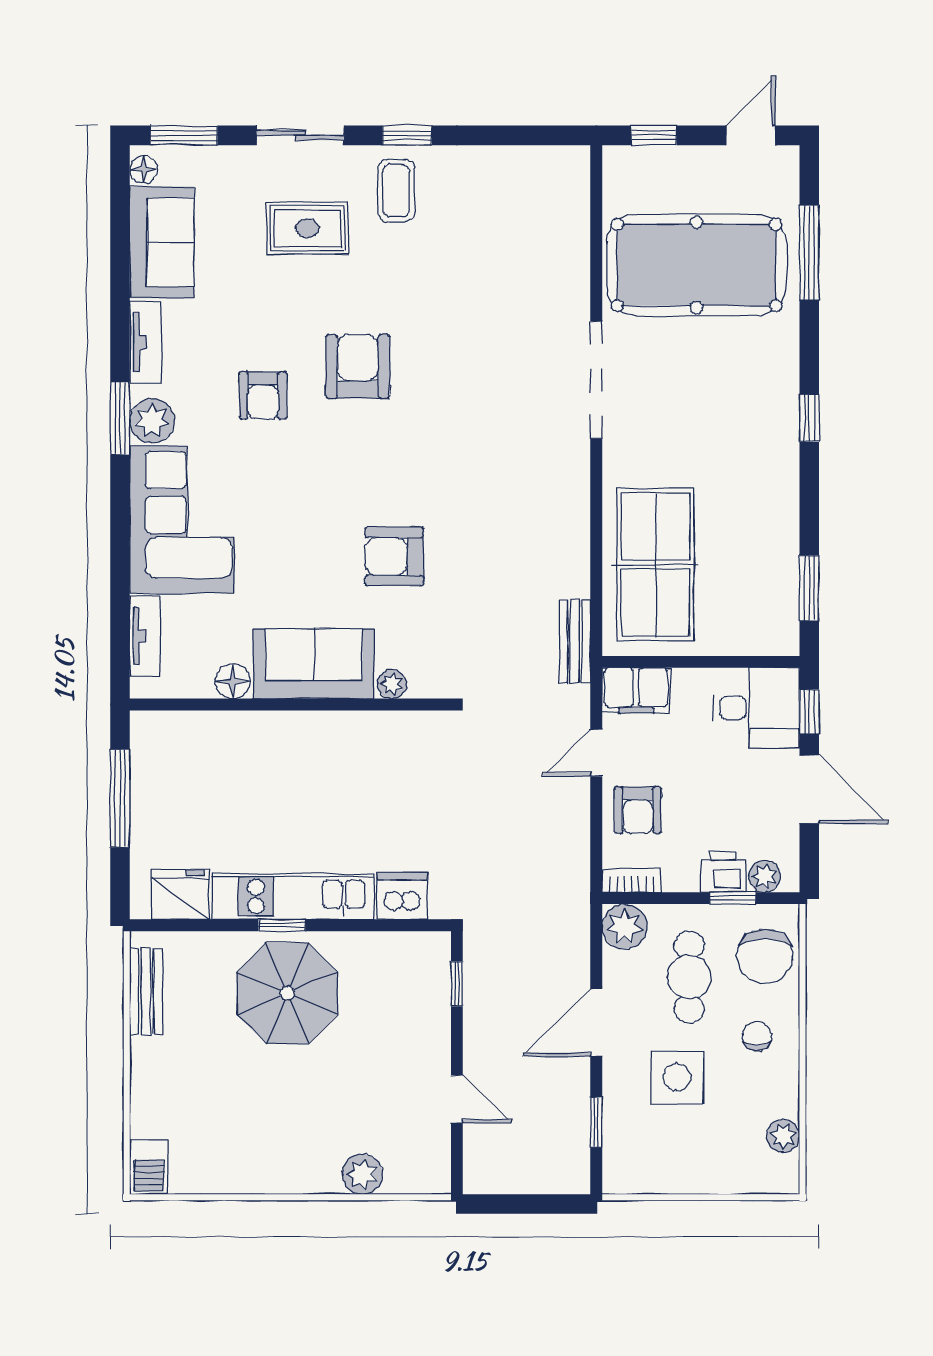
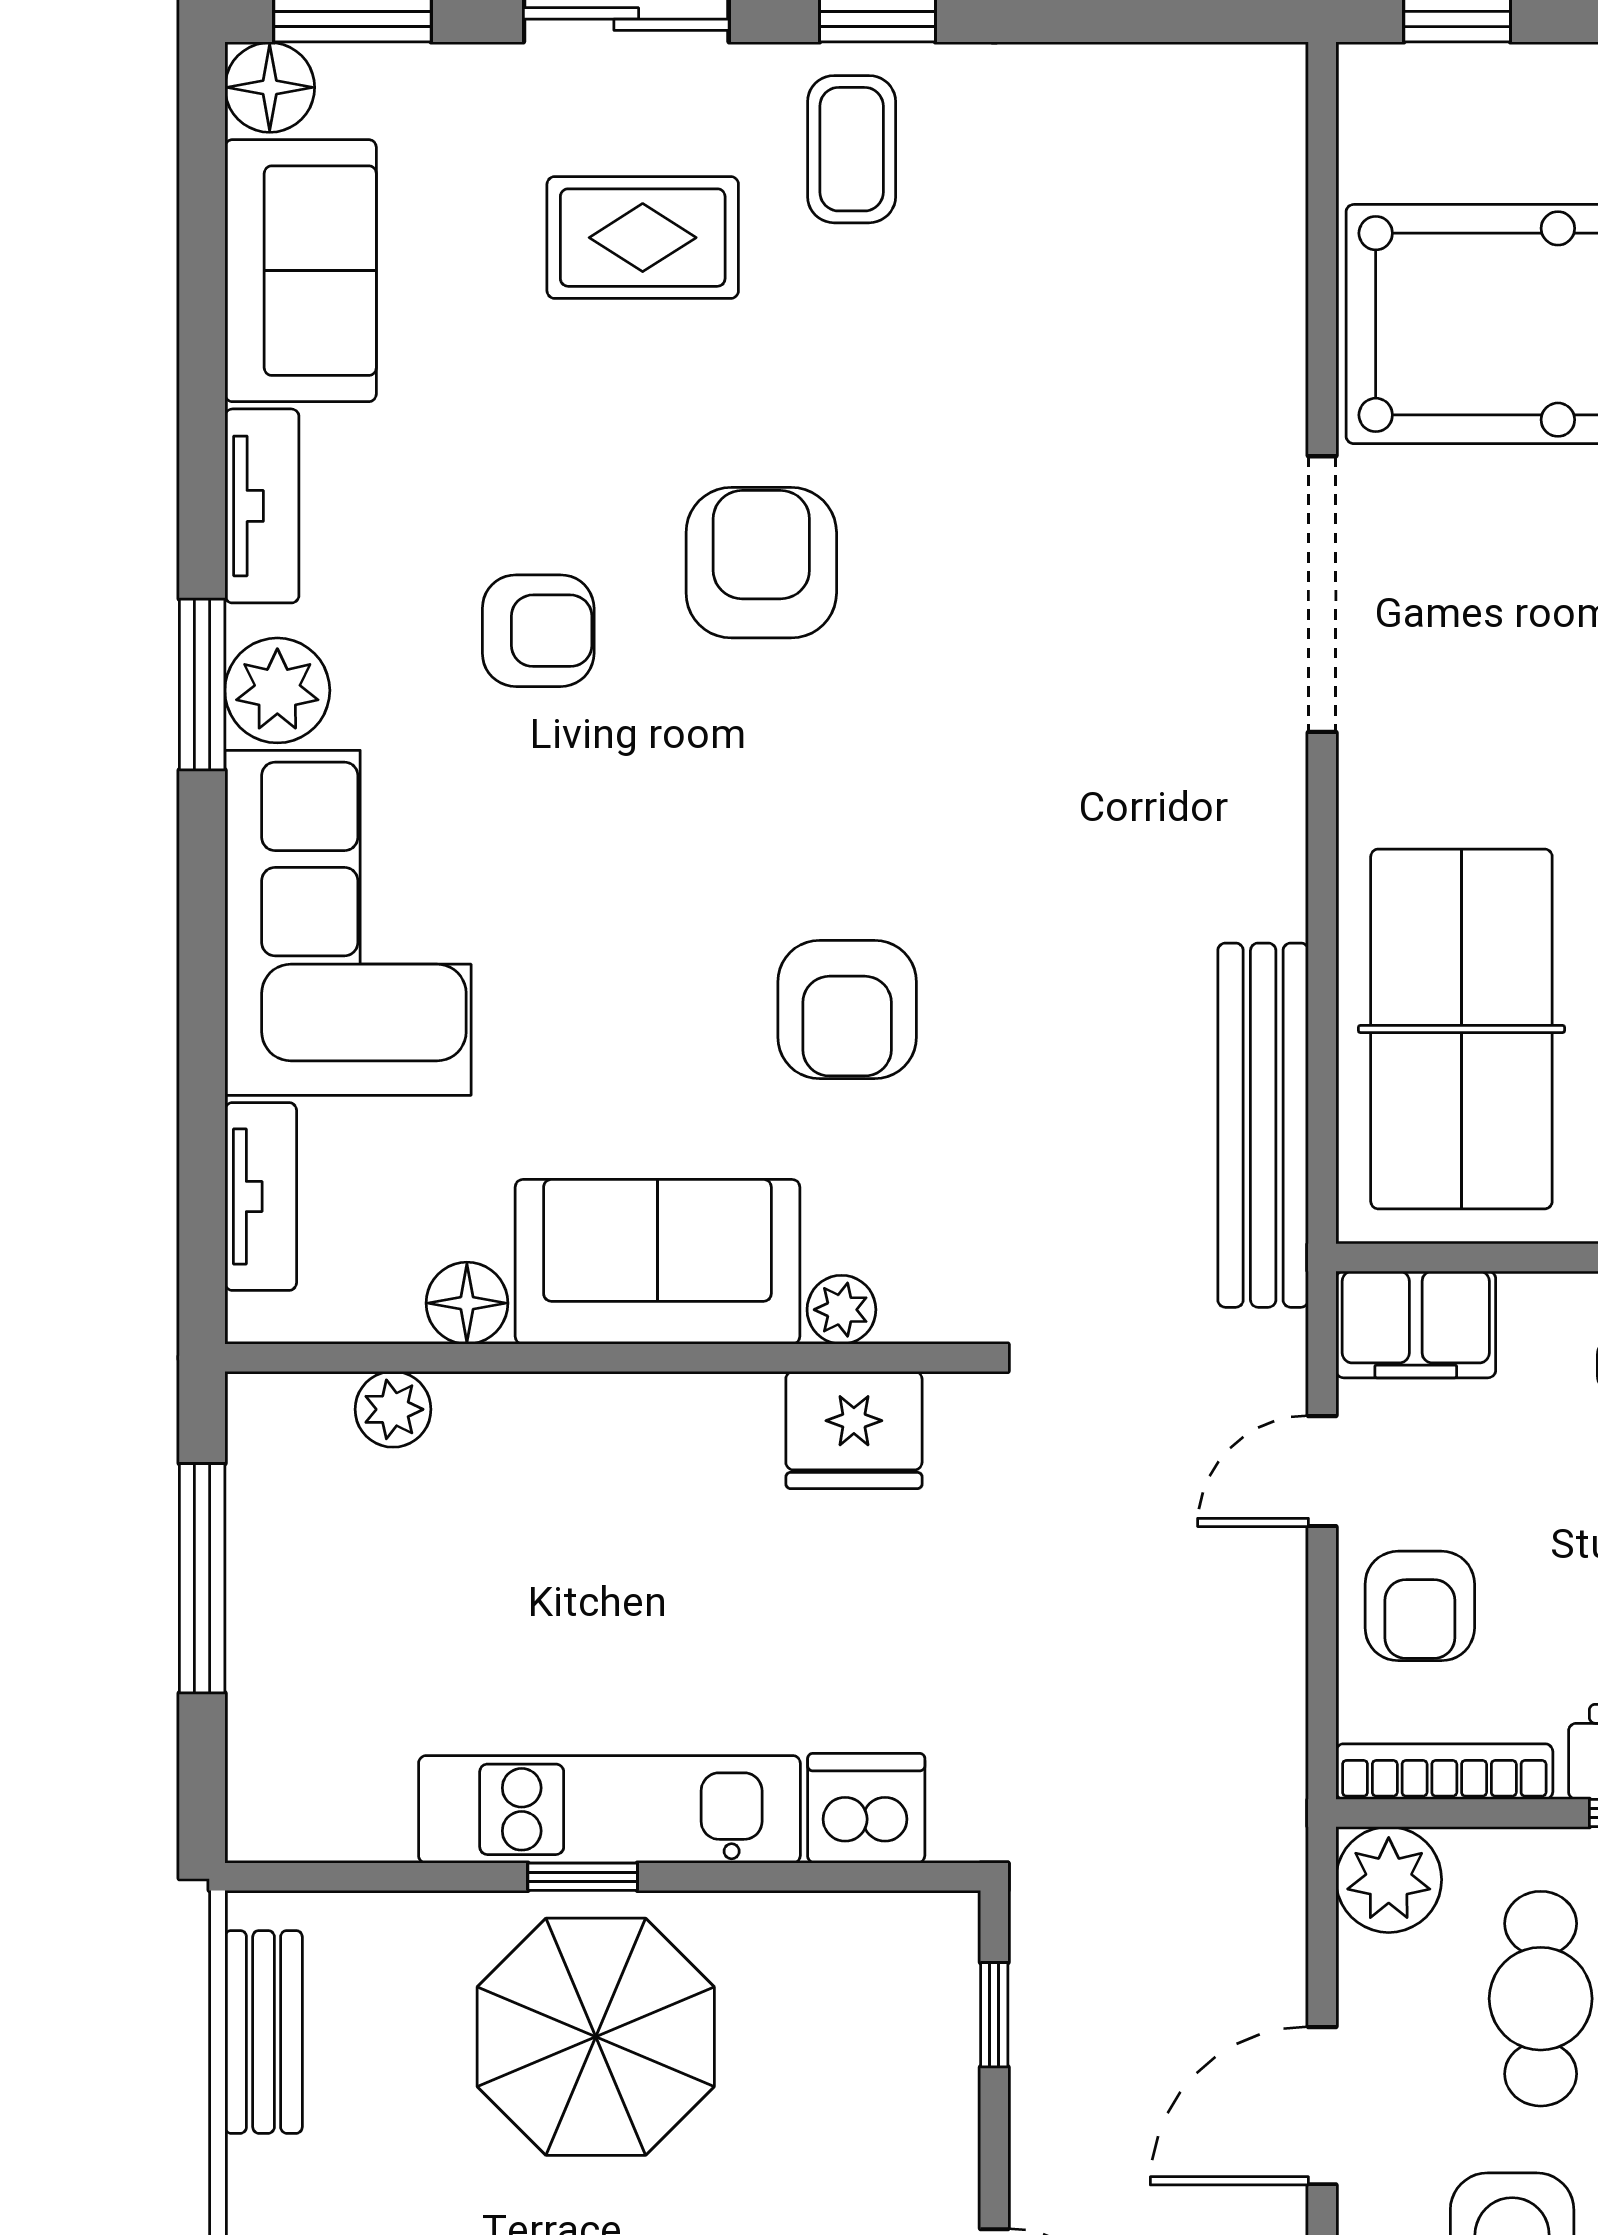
floor lamp: (144, 170) -> (270, 87), width x1.37, depth x1.37
armchair: (263, 395) -> (538, 631), turned -90
armchair: (394, 556) -> (847, 1009), turned -90
bench: (575, 642) -> (1263, 1125), width x1.86, depth x1.21
plant: (201, 726) -> (393, 1409), added
bookcase: (632, 880) -> (1444, 1772), width x1.56
fridge: (180, 894) -> (854, 1430), moved, turned 180

